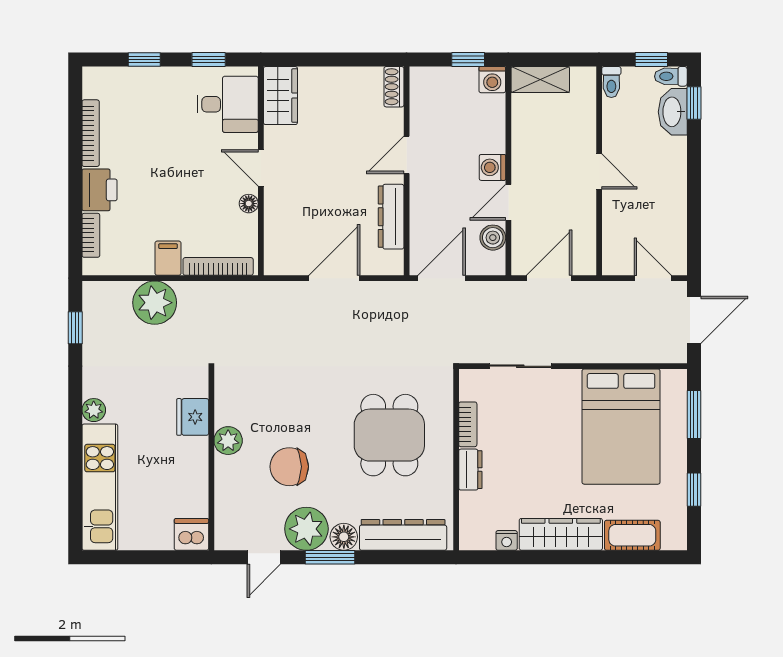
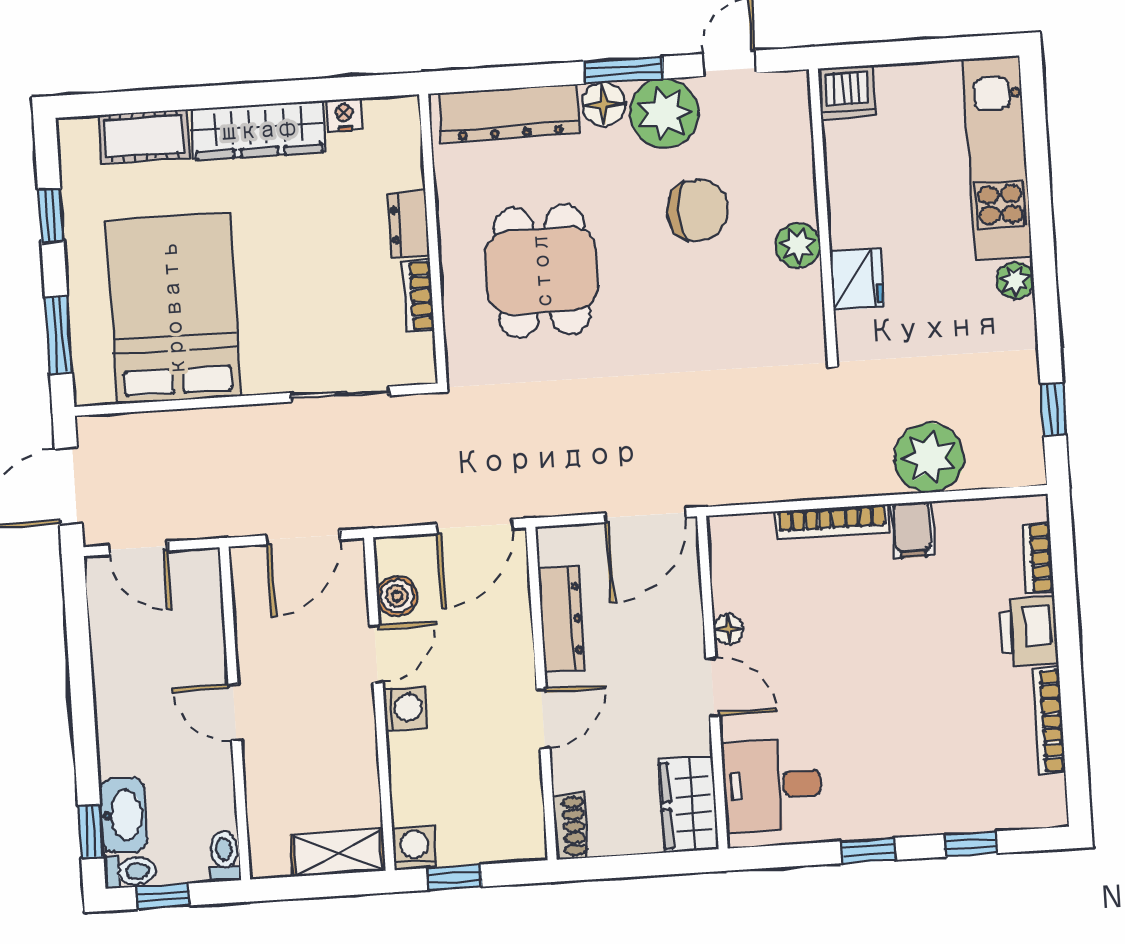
wardrobe: (280, 96) -> (689, 804), moved
desk: (228, 104) -> (772, 785), moved
door: (261, 168) -> (713, 687), moved
wall: (261, 171) -> (712, 682), moved
floor lamp: (249, 204) -> (728, 629), moved

